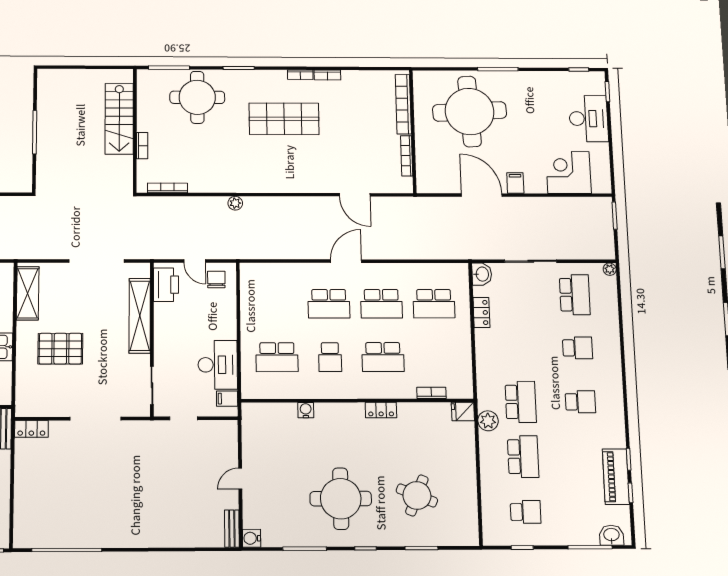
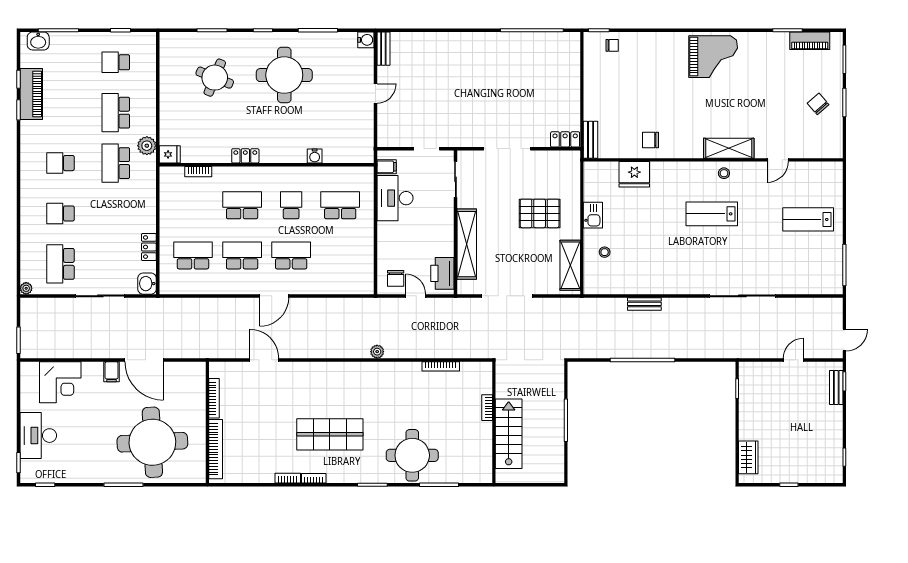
stairs: (119, 119) -> (509, 434), moved
wall: (135, 130) -> (494, 422), moved
bookcase: (142, 146) -> (487, 408), moved

